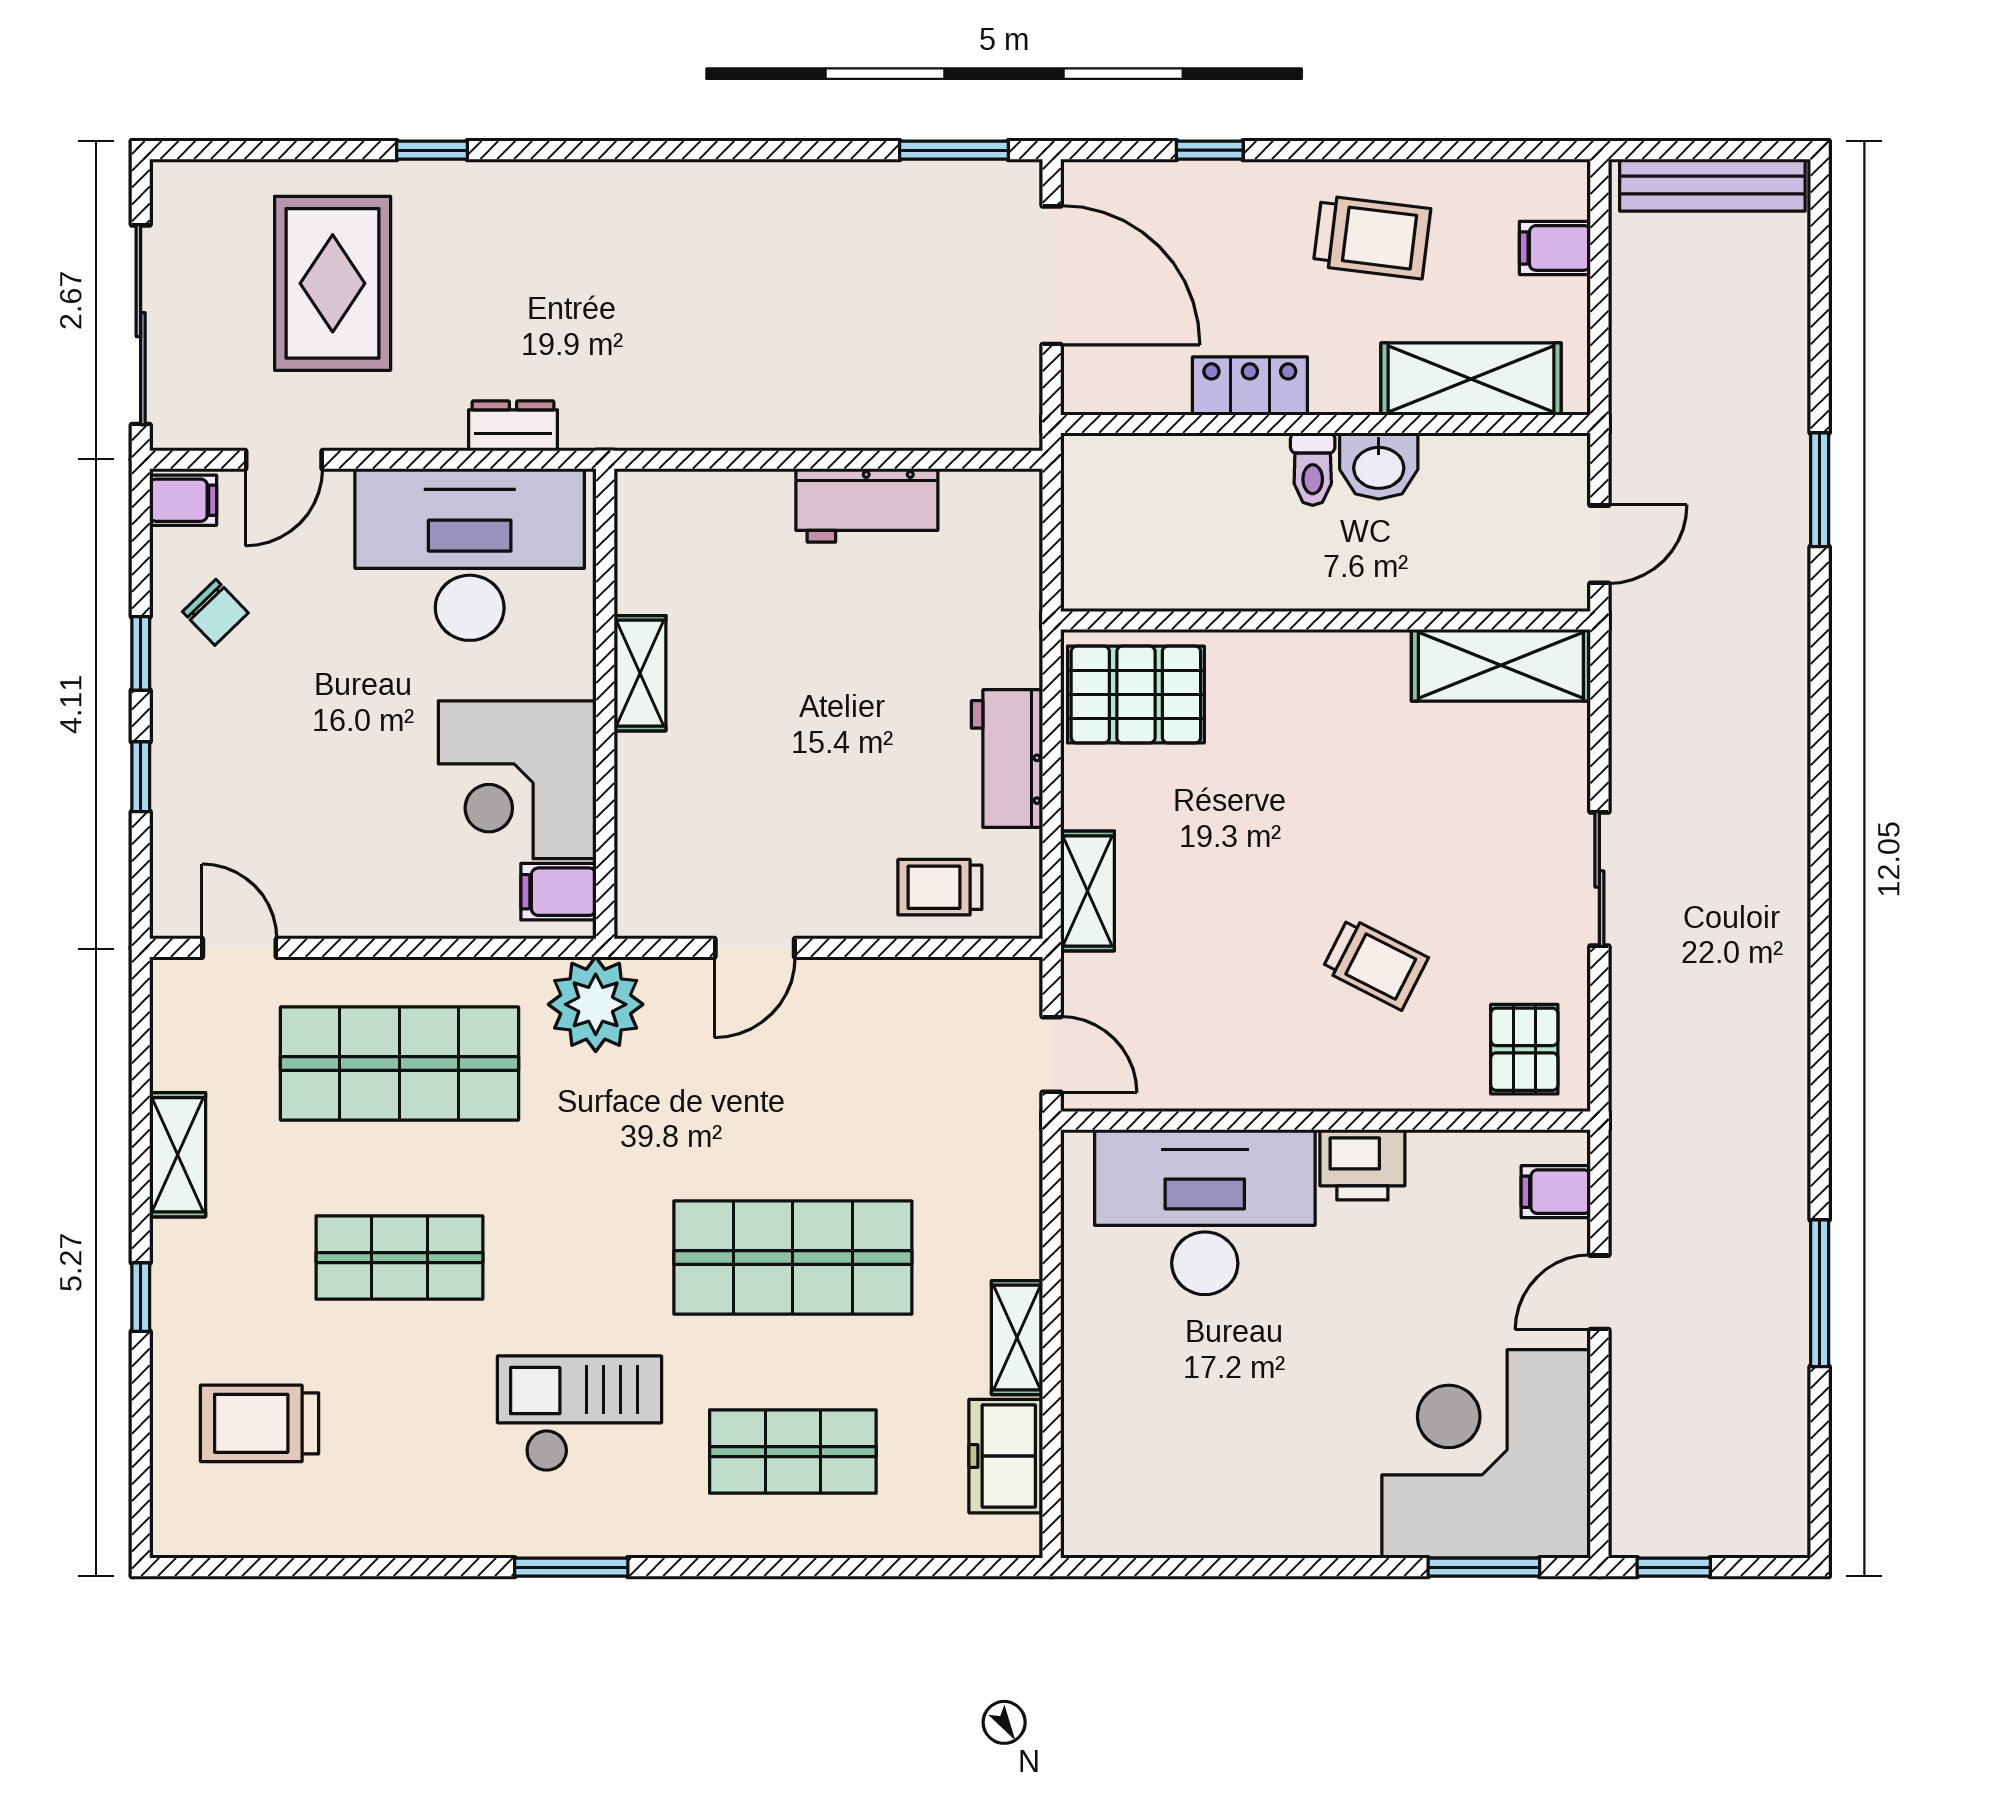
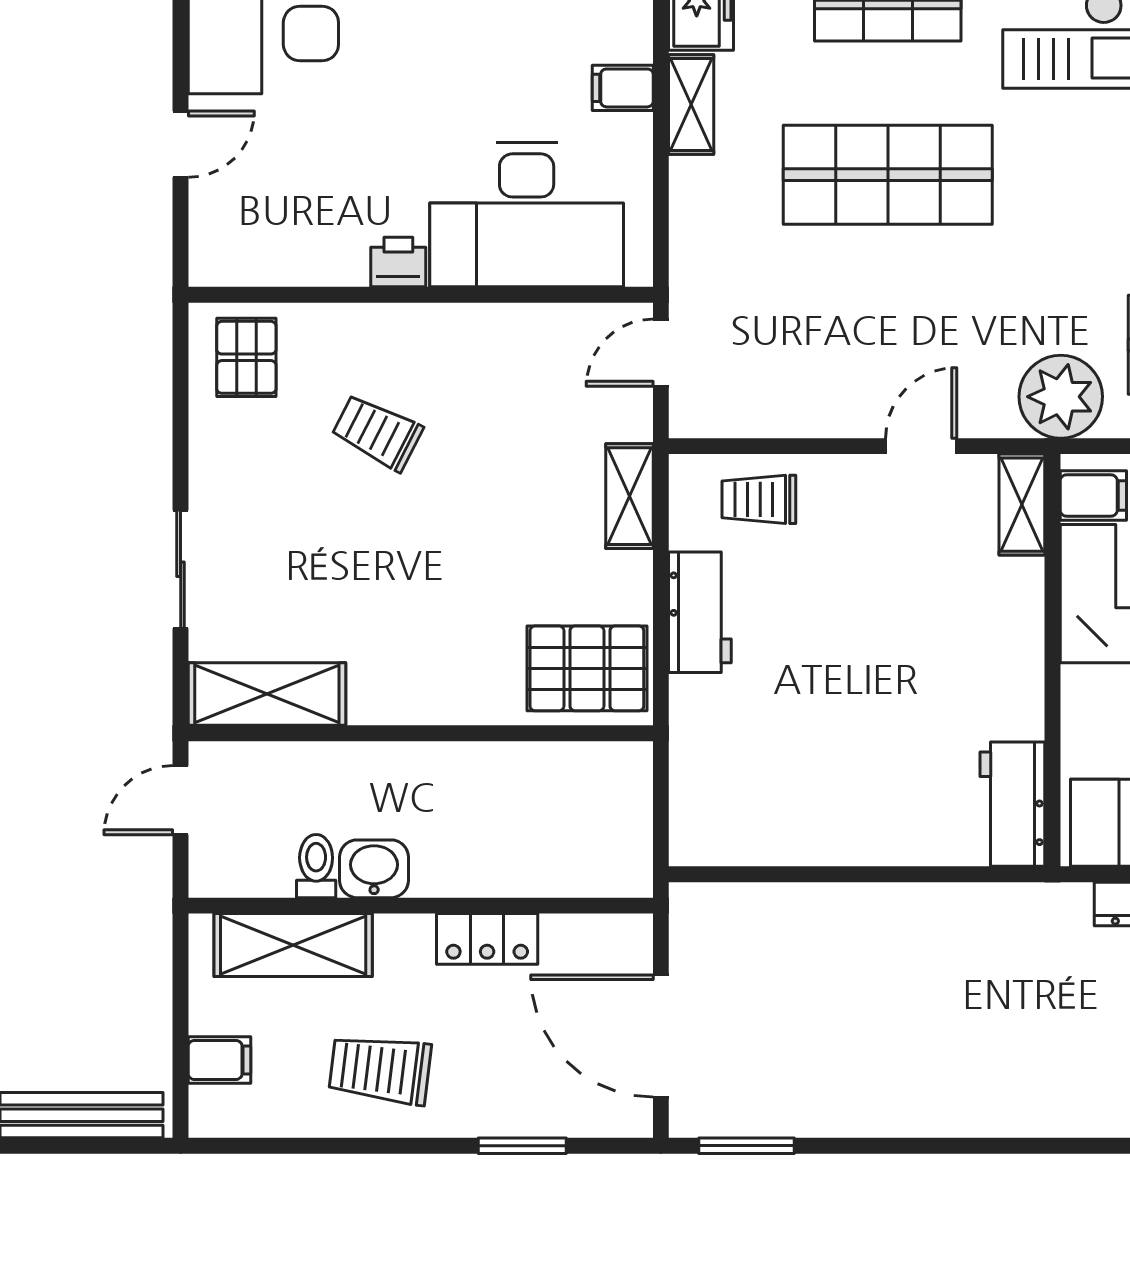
window: (1210, 150) -> (522, 1146), width x1.50
toilet: (1313, 469) -> (316, 866), moved
workbench: (867, 505) -> (1012, 804), moved, turned -90
shelving: (640, 673) -> (1022, 505), moved
sliding door: (1599, 879) -> (181, 569), moved
trolley: (940, 887) -> (759, 499), turned 180
door: (1052, 1055) -> (661, 353), hinge flipped
printer: (1362, 1165) -> (398, 262), width x0.73, depth x0.81
filing cabinet: (1556, 1192) -> (623, 88), moved, turned 180

